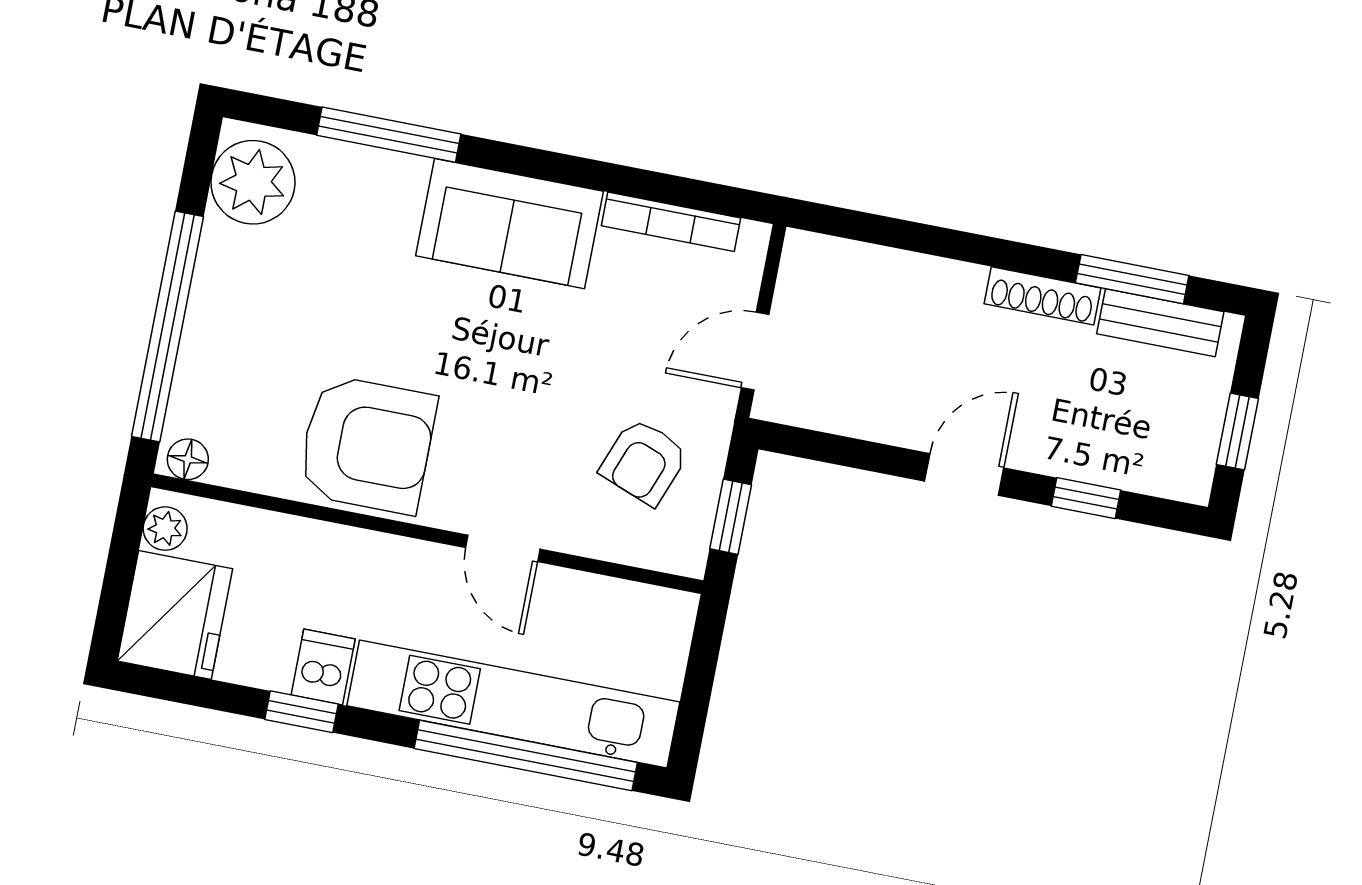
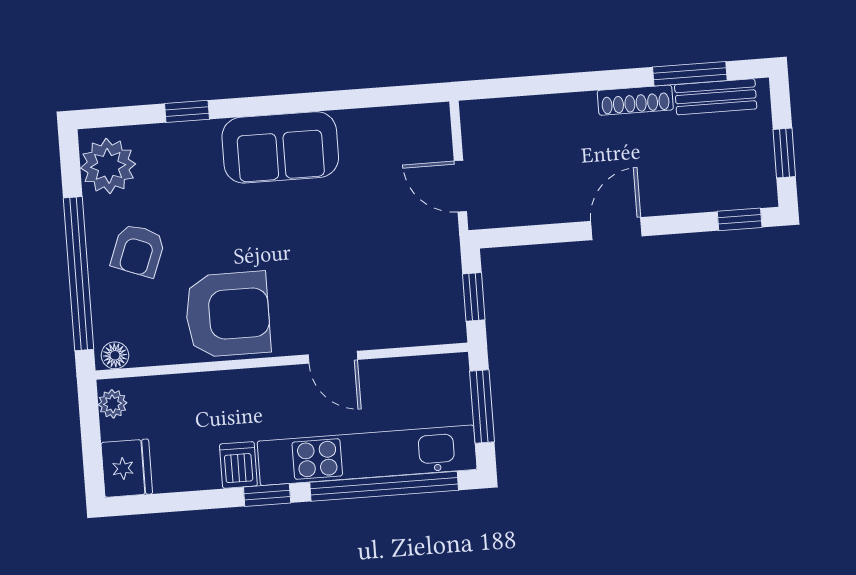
window: (389, 135) -> (187, 111), width x0.46
bookcase: (671, 222) -> (384, 118), removed
door: (755, 351) -> (460, 186), hinge flipped
armchair: (644, 462) -> (138, 250), moved
window: (1086, 498) -> (740, 219), moved
fridge: (175, 615) -> (127, 468), width x0.73, depth x0.75
window: (699, 679) -> (482, 406), added
window: (301, 712) -> (267, 495), moved

